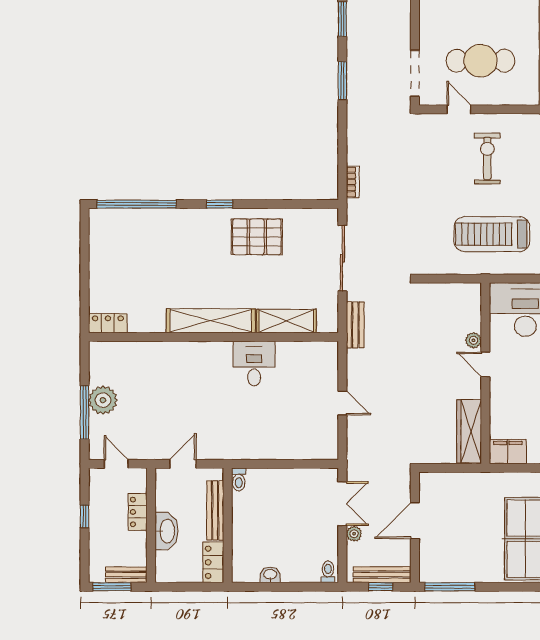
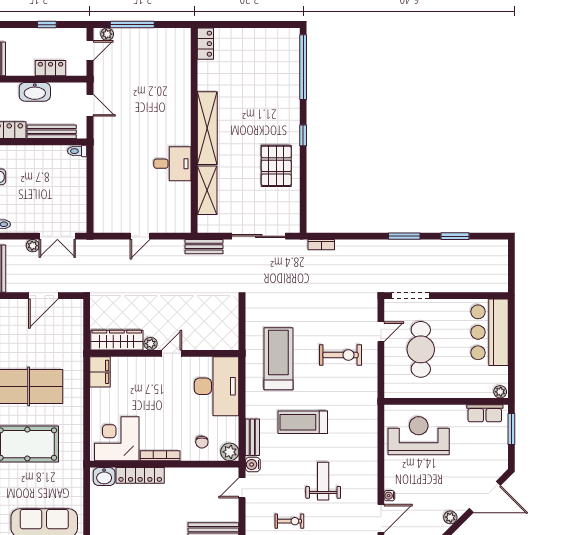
plant: (473, 340) -> (151, 344), moved
plant: (103, 400) -> (107, 34), moved, width x0.53, depth x0.53
door: (415, 521) -> (43, 296), swing flipped

